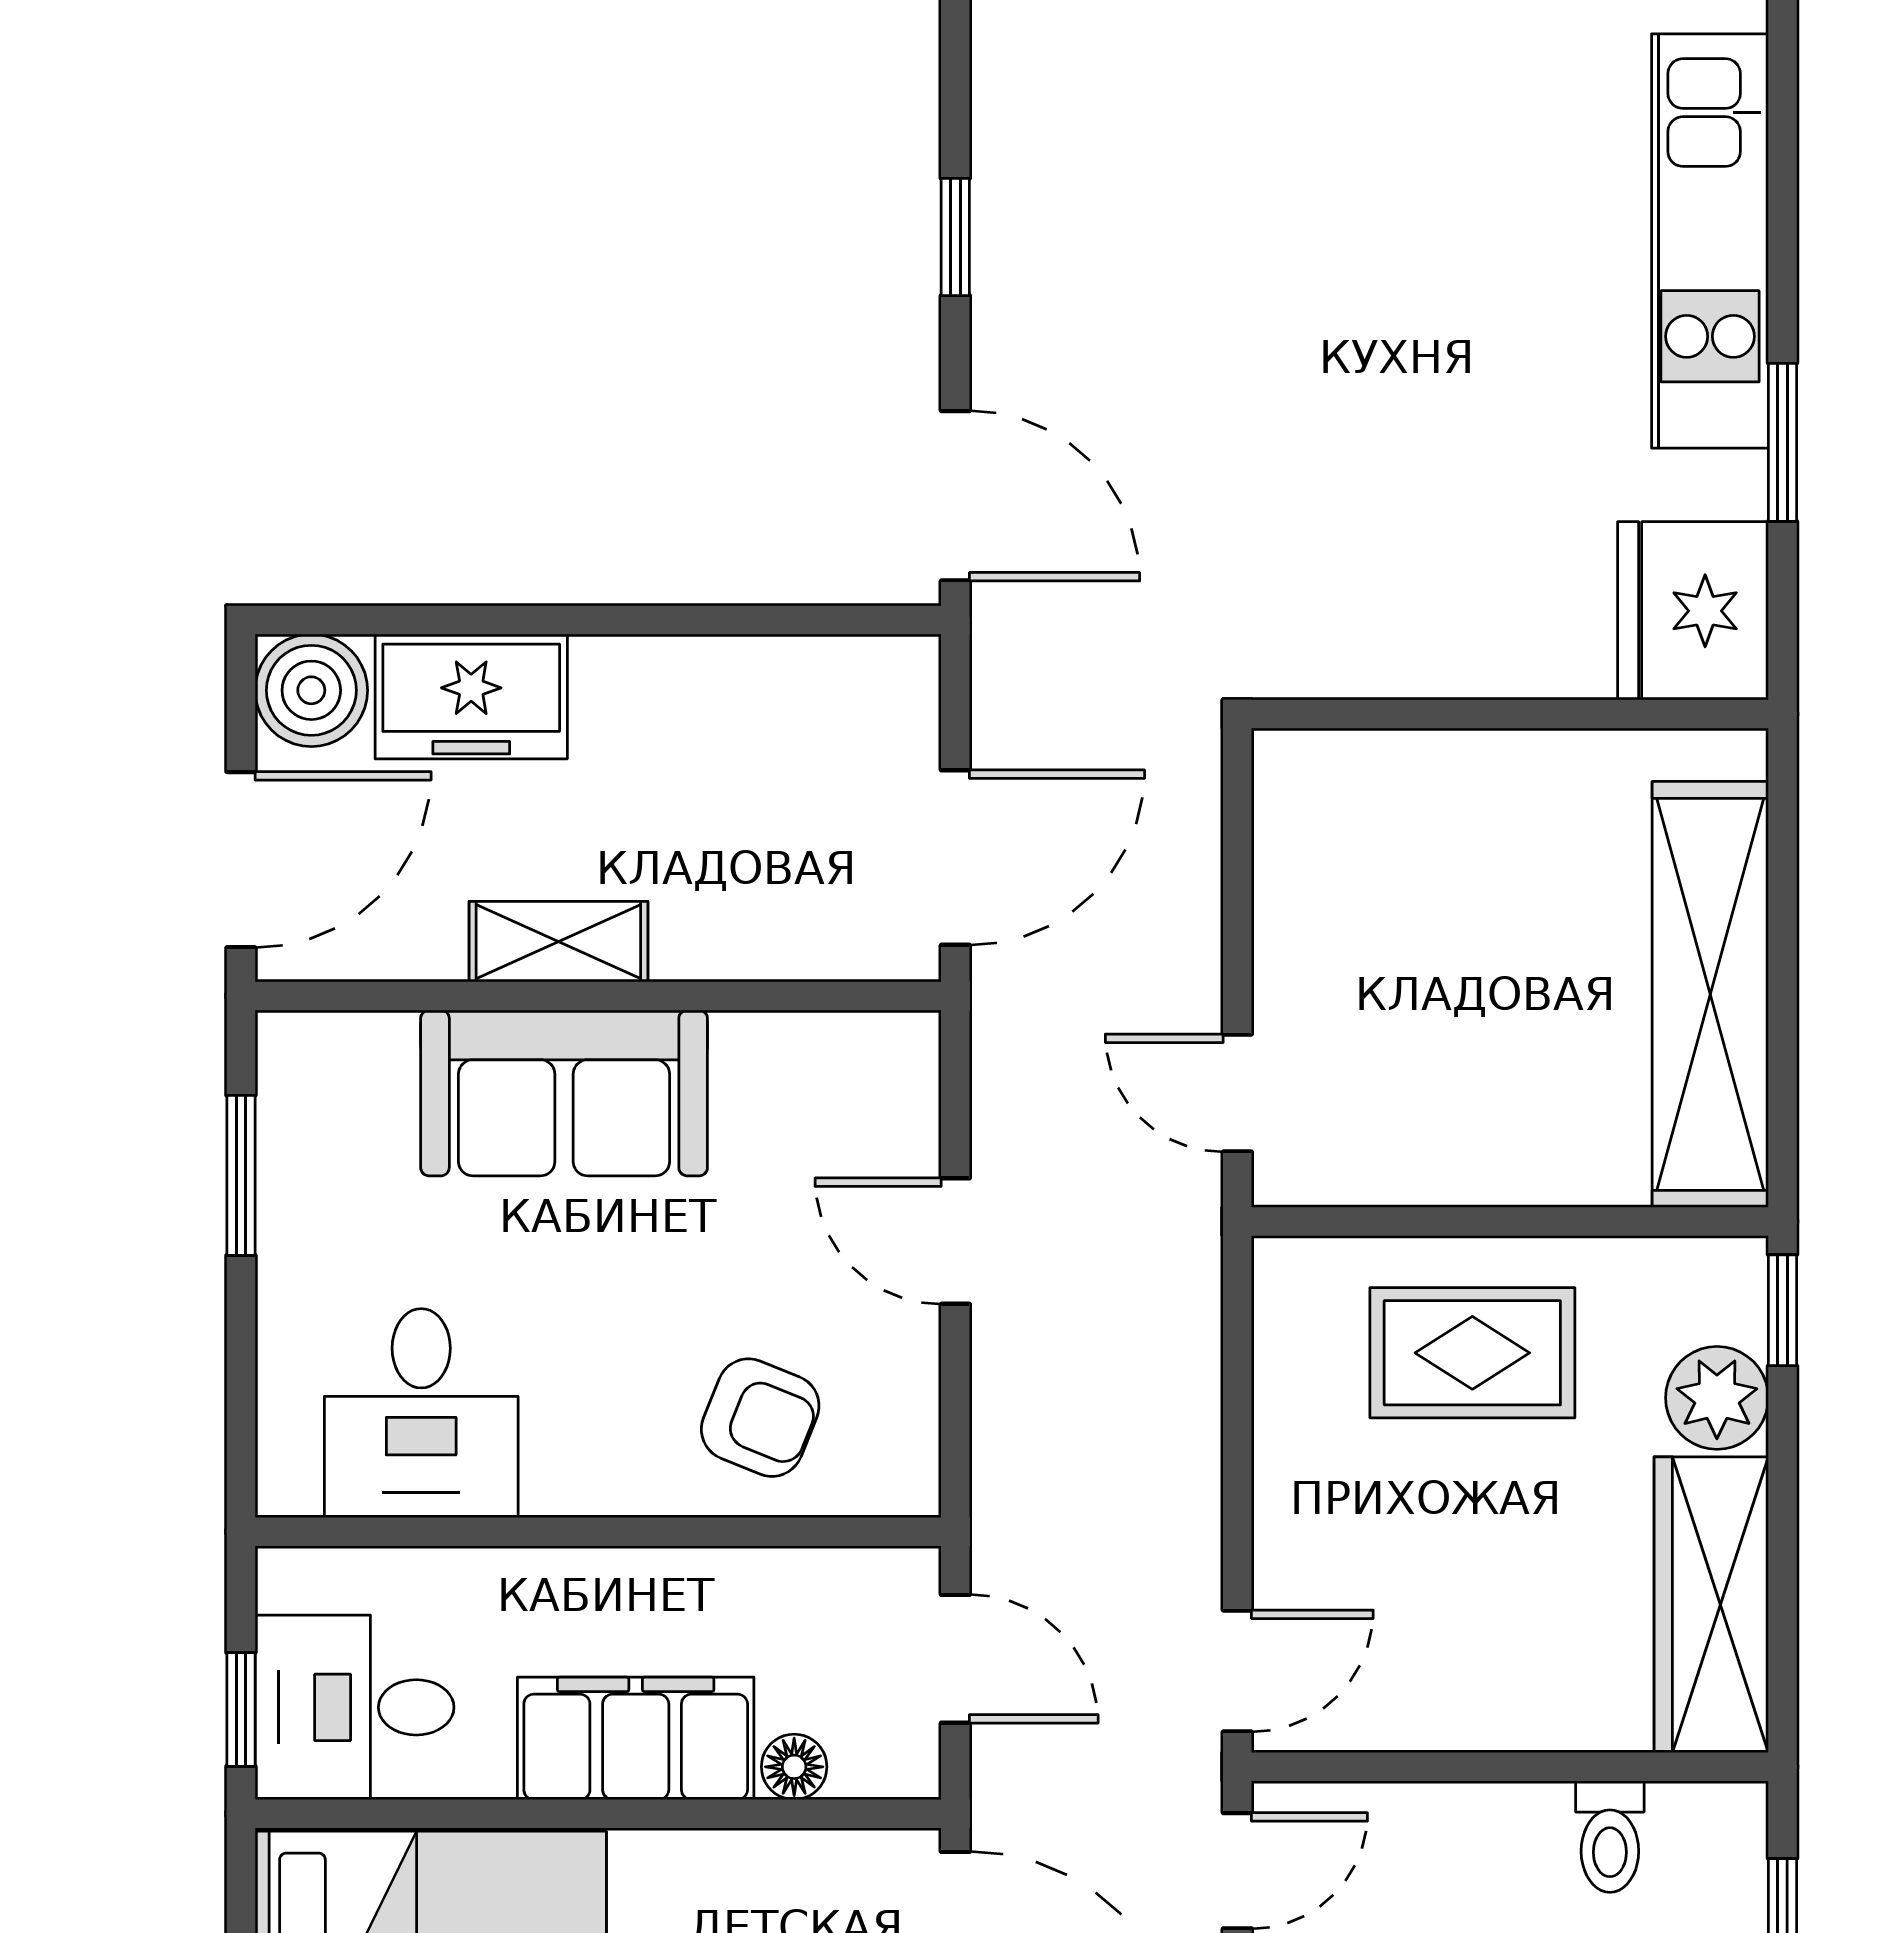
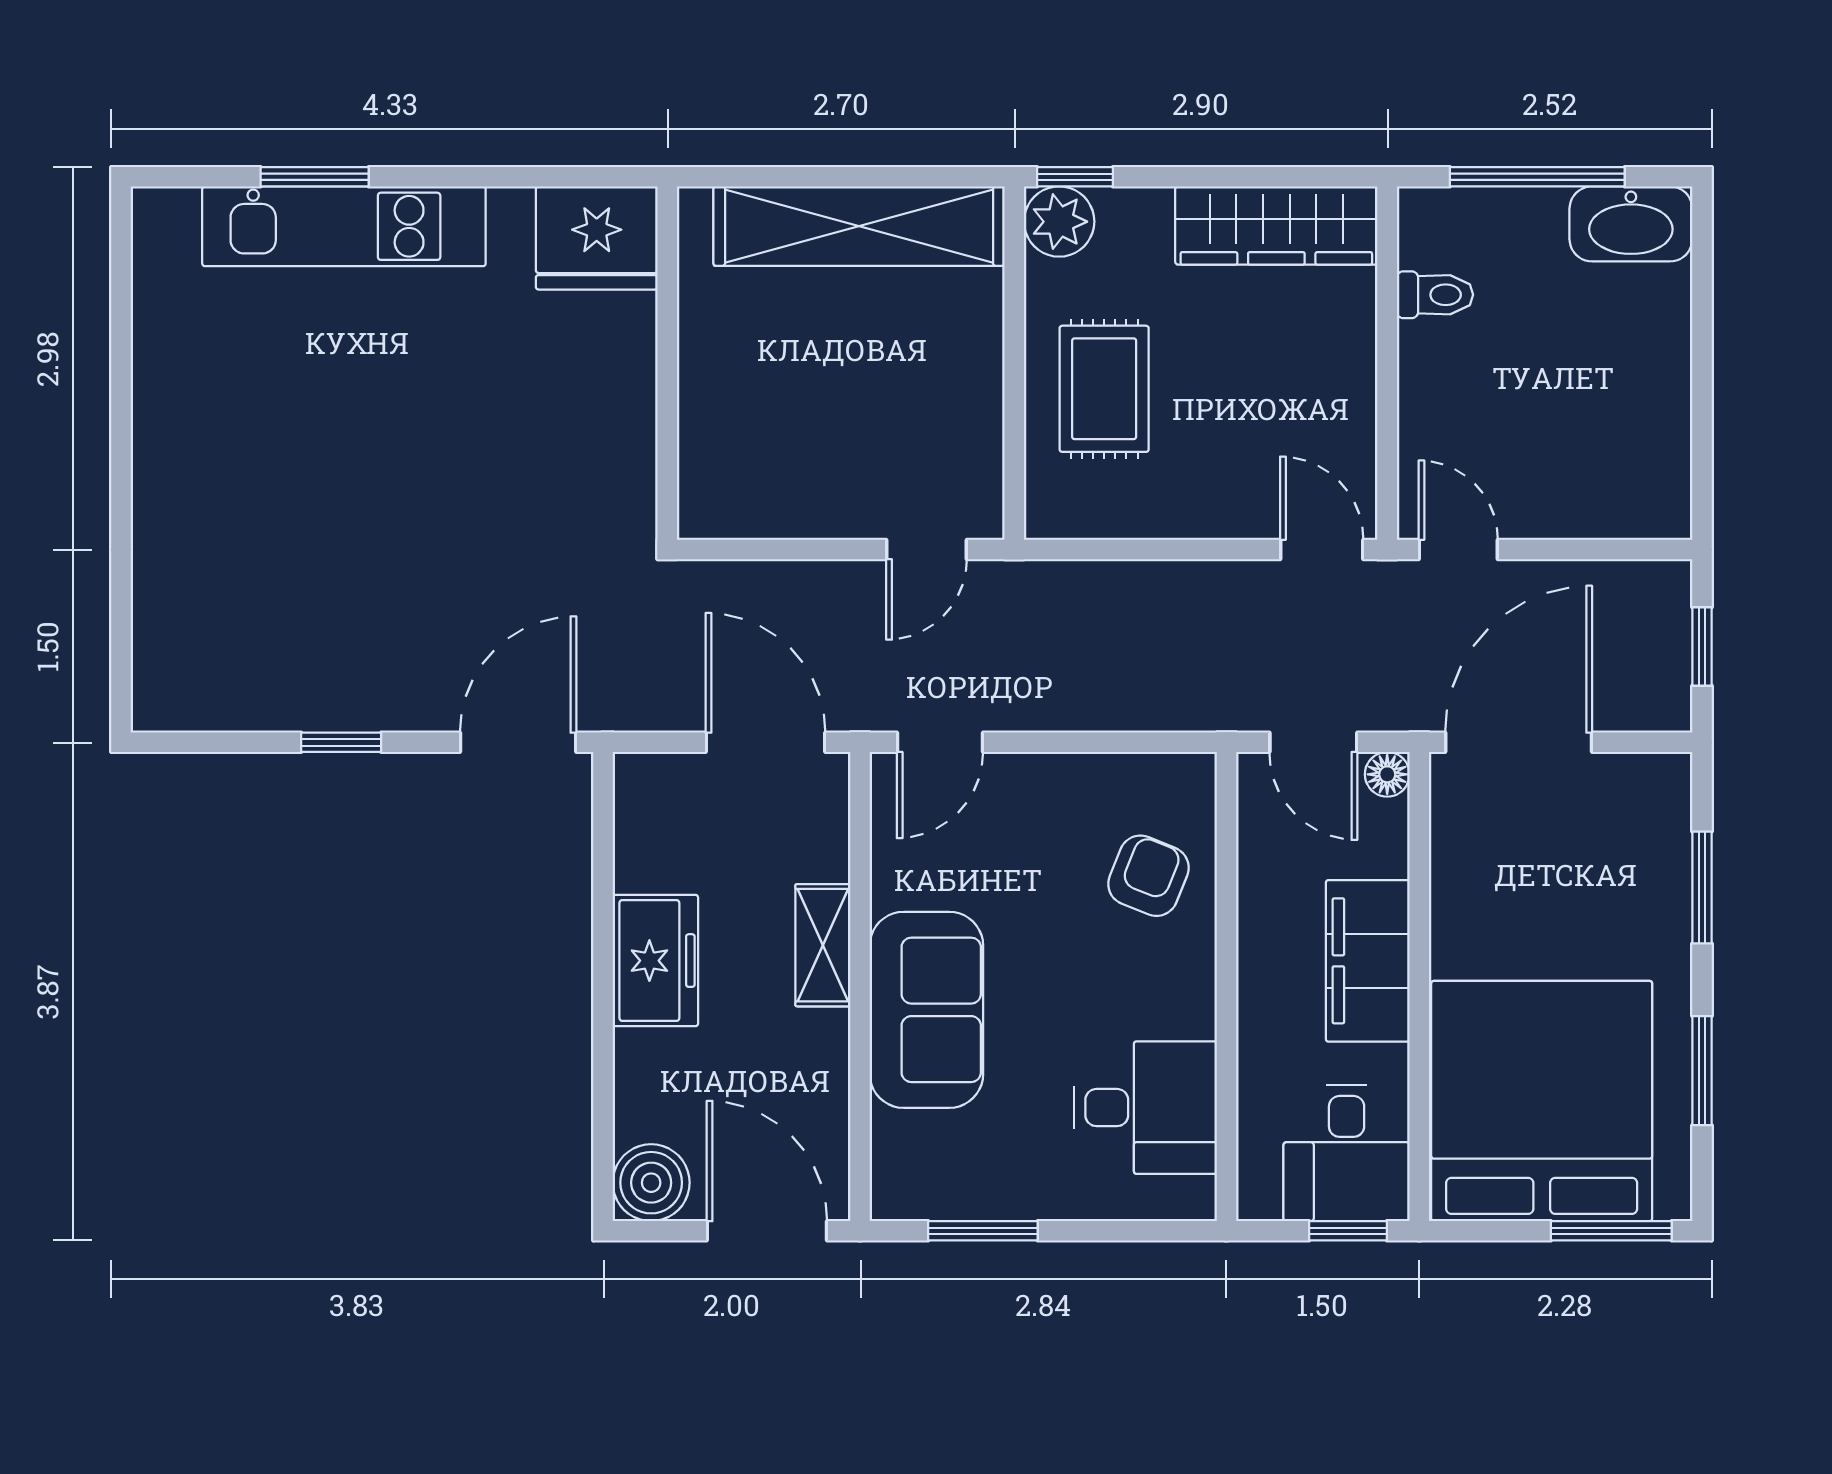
window: (1782, 442) -> (315, 177), moved
freezer: (471, 696) -> (655, 961), moved
shelving: (558, 942) -> (823, 945), moved
door: (955, 1241) -> (940, 742), moved
plant: (1717, 1398) -> (1059, 222), moved
door: (955, 1659) -> (1313, 742), swing flipped
floor lamp: (794, 1767) -> (1387, 774), moved

